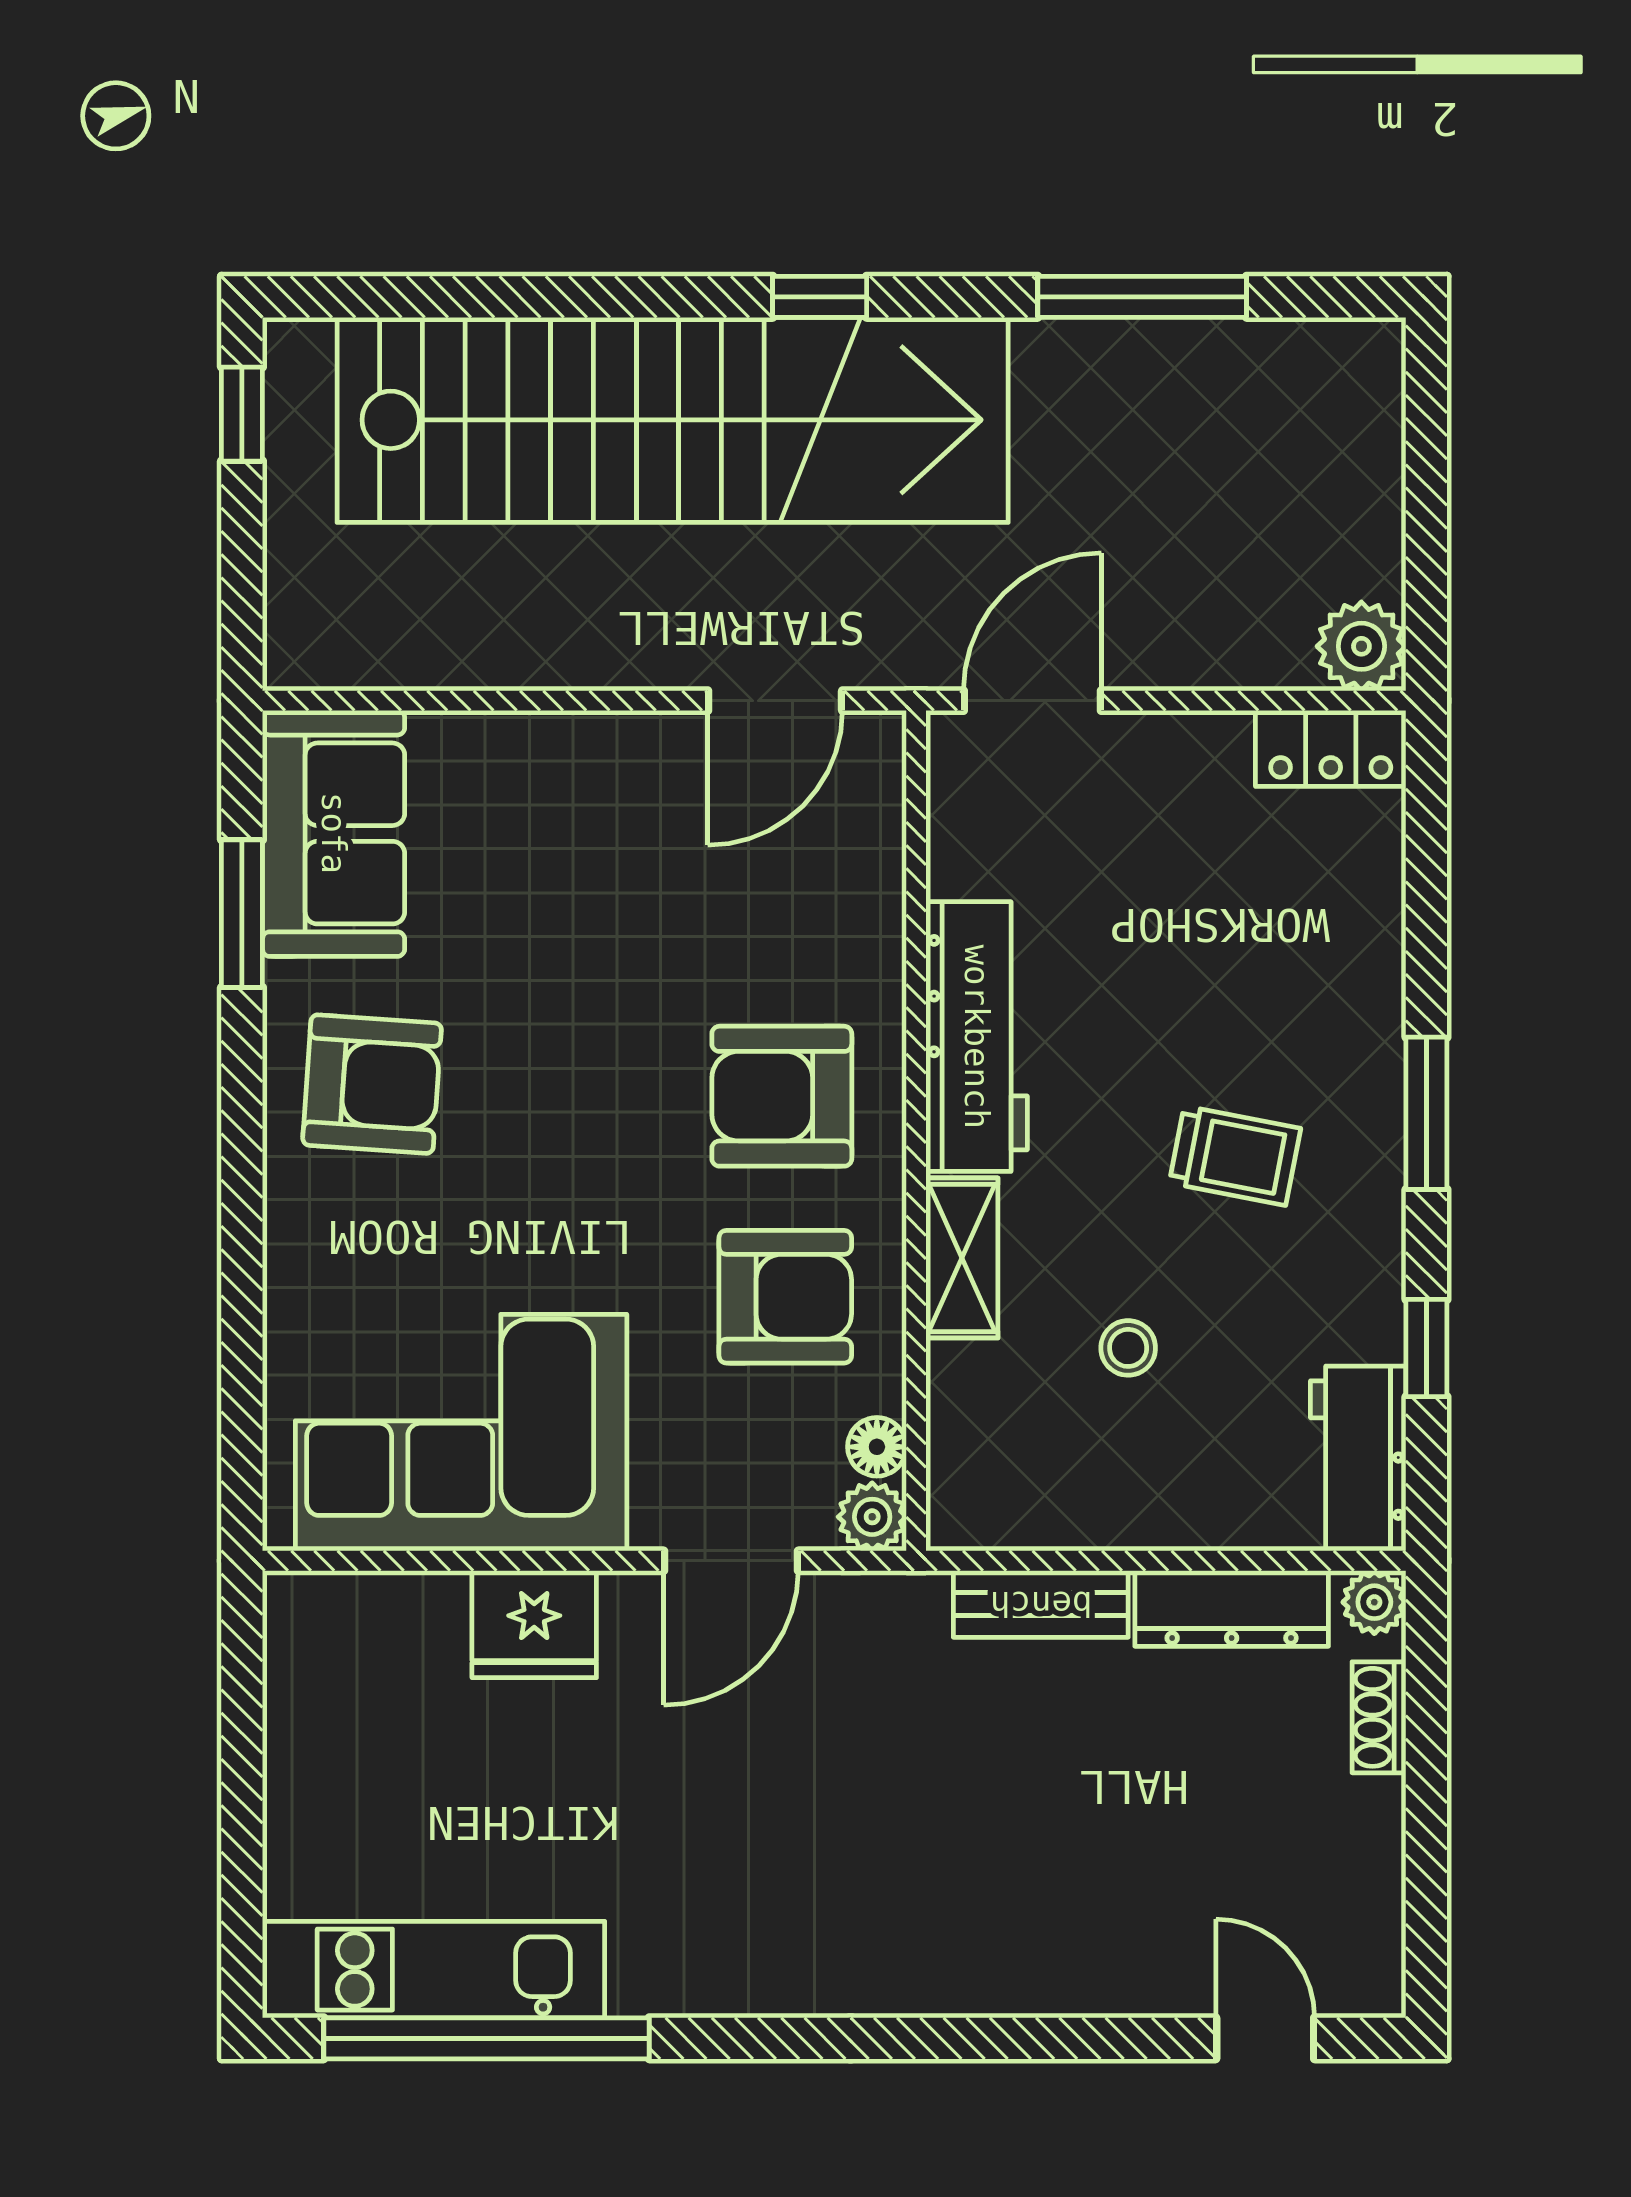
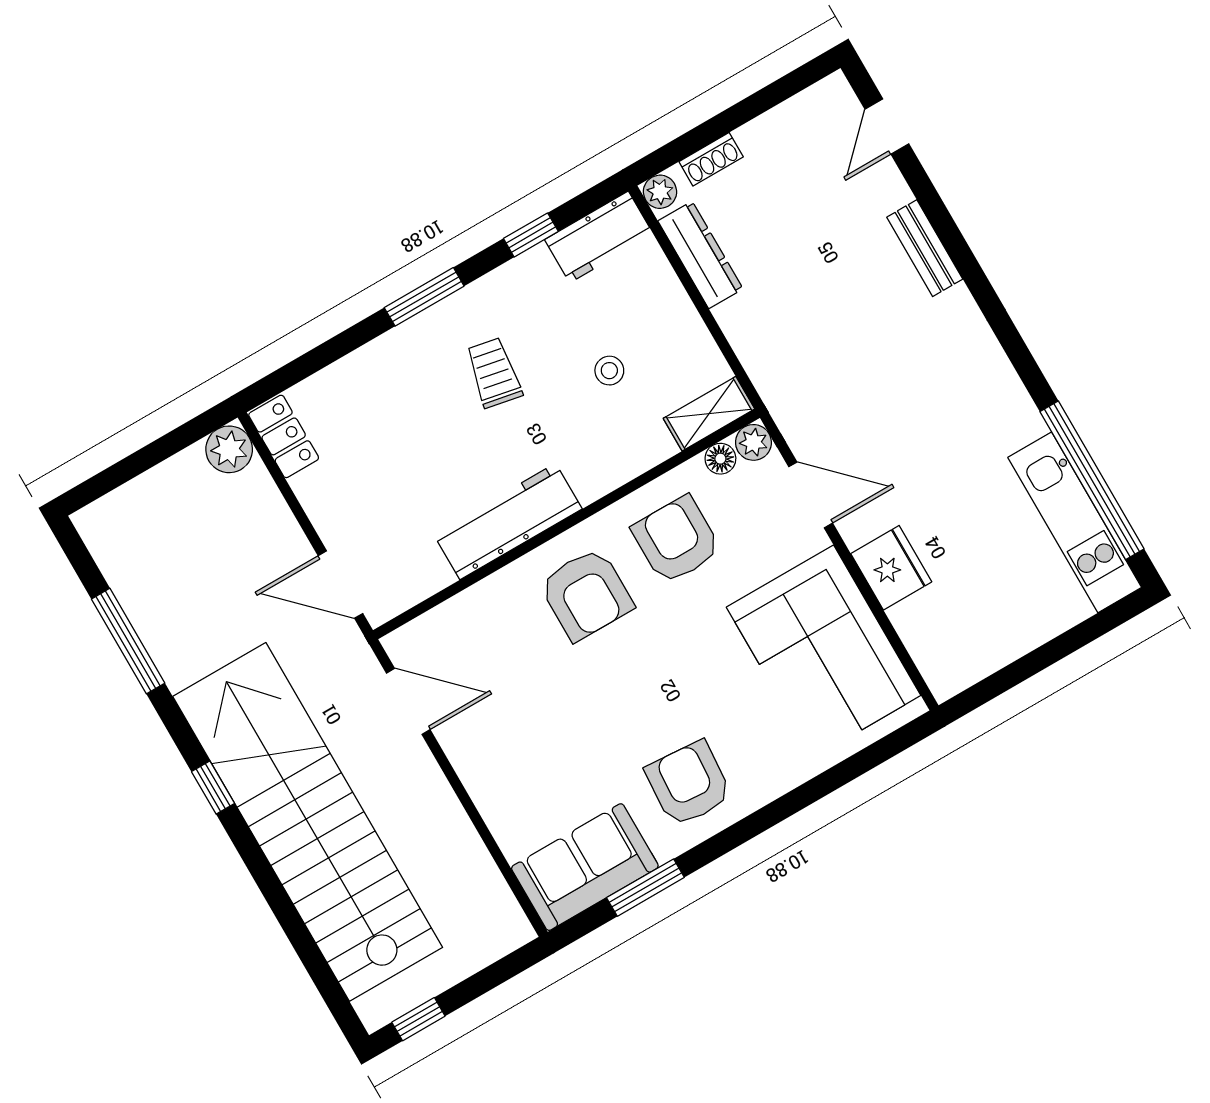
shelving: (962, 1258) -> (709, 414), moved
bench: (1041, 1604) -> (925, 248), moved

